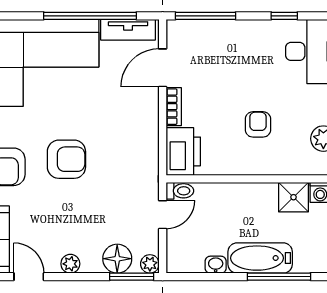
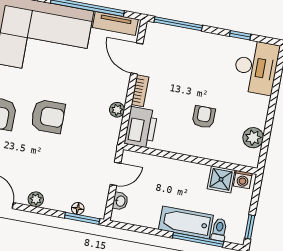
door: (163, 68) -> (137, 58), hinge flipped
toilet: (180, 191) -> (219, 230), moved, turned -90
floor lamp: (117, 259) -> (78, 208), width x0.53, depth x0.53
plant: (150, 264) -> (117, 110), moved
washbasin: (216, 265) -> (120, 201), moved, turned 90

